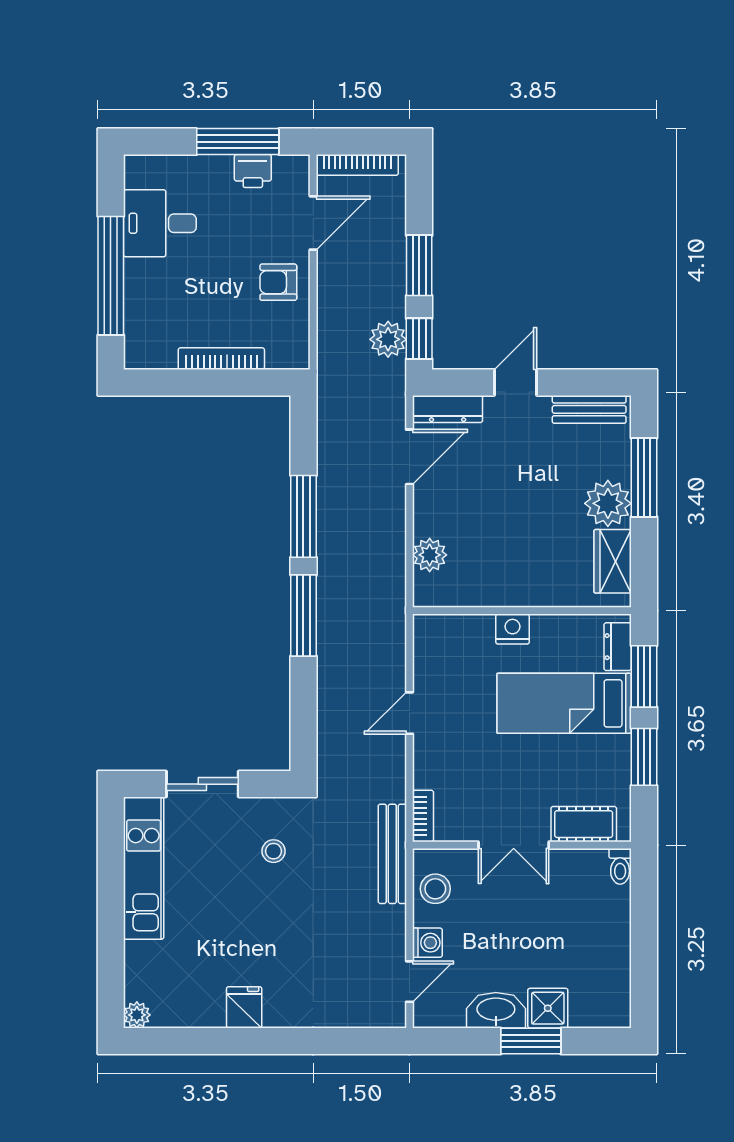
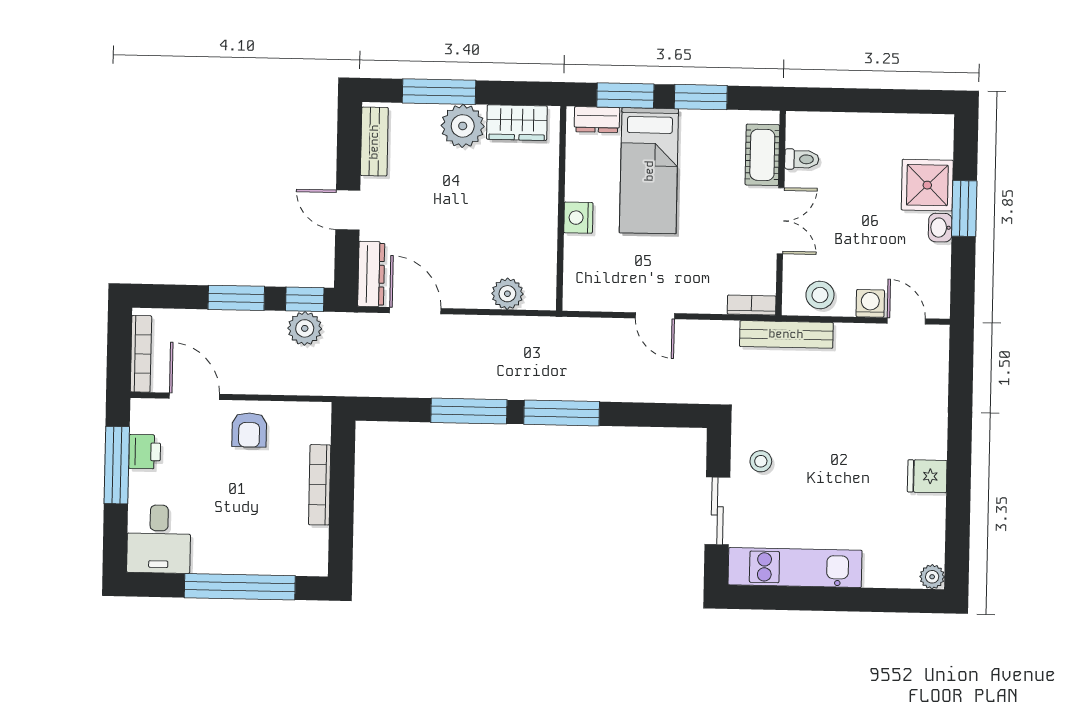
desk: (160, 223) -> (159, 539), moved
stool: (274, 851) -> (761, 461), moved
toilet: (620, 866) -> (802, 159), moved
shower: (548, 1008) -> (927, 185), width x1.36, depth x1.36
washbasin: (496, 1010) -> (940, 228), width x0.52, depth x0.69

